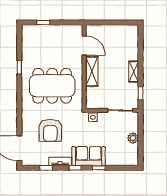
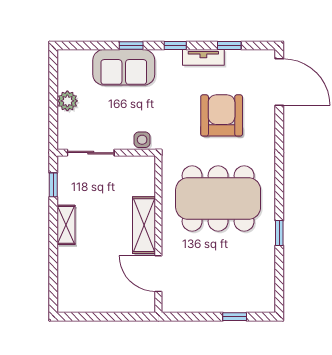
sofa: (89, 156) -> (124, 67), moved

